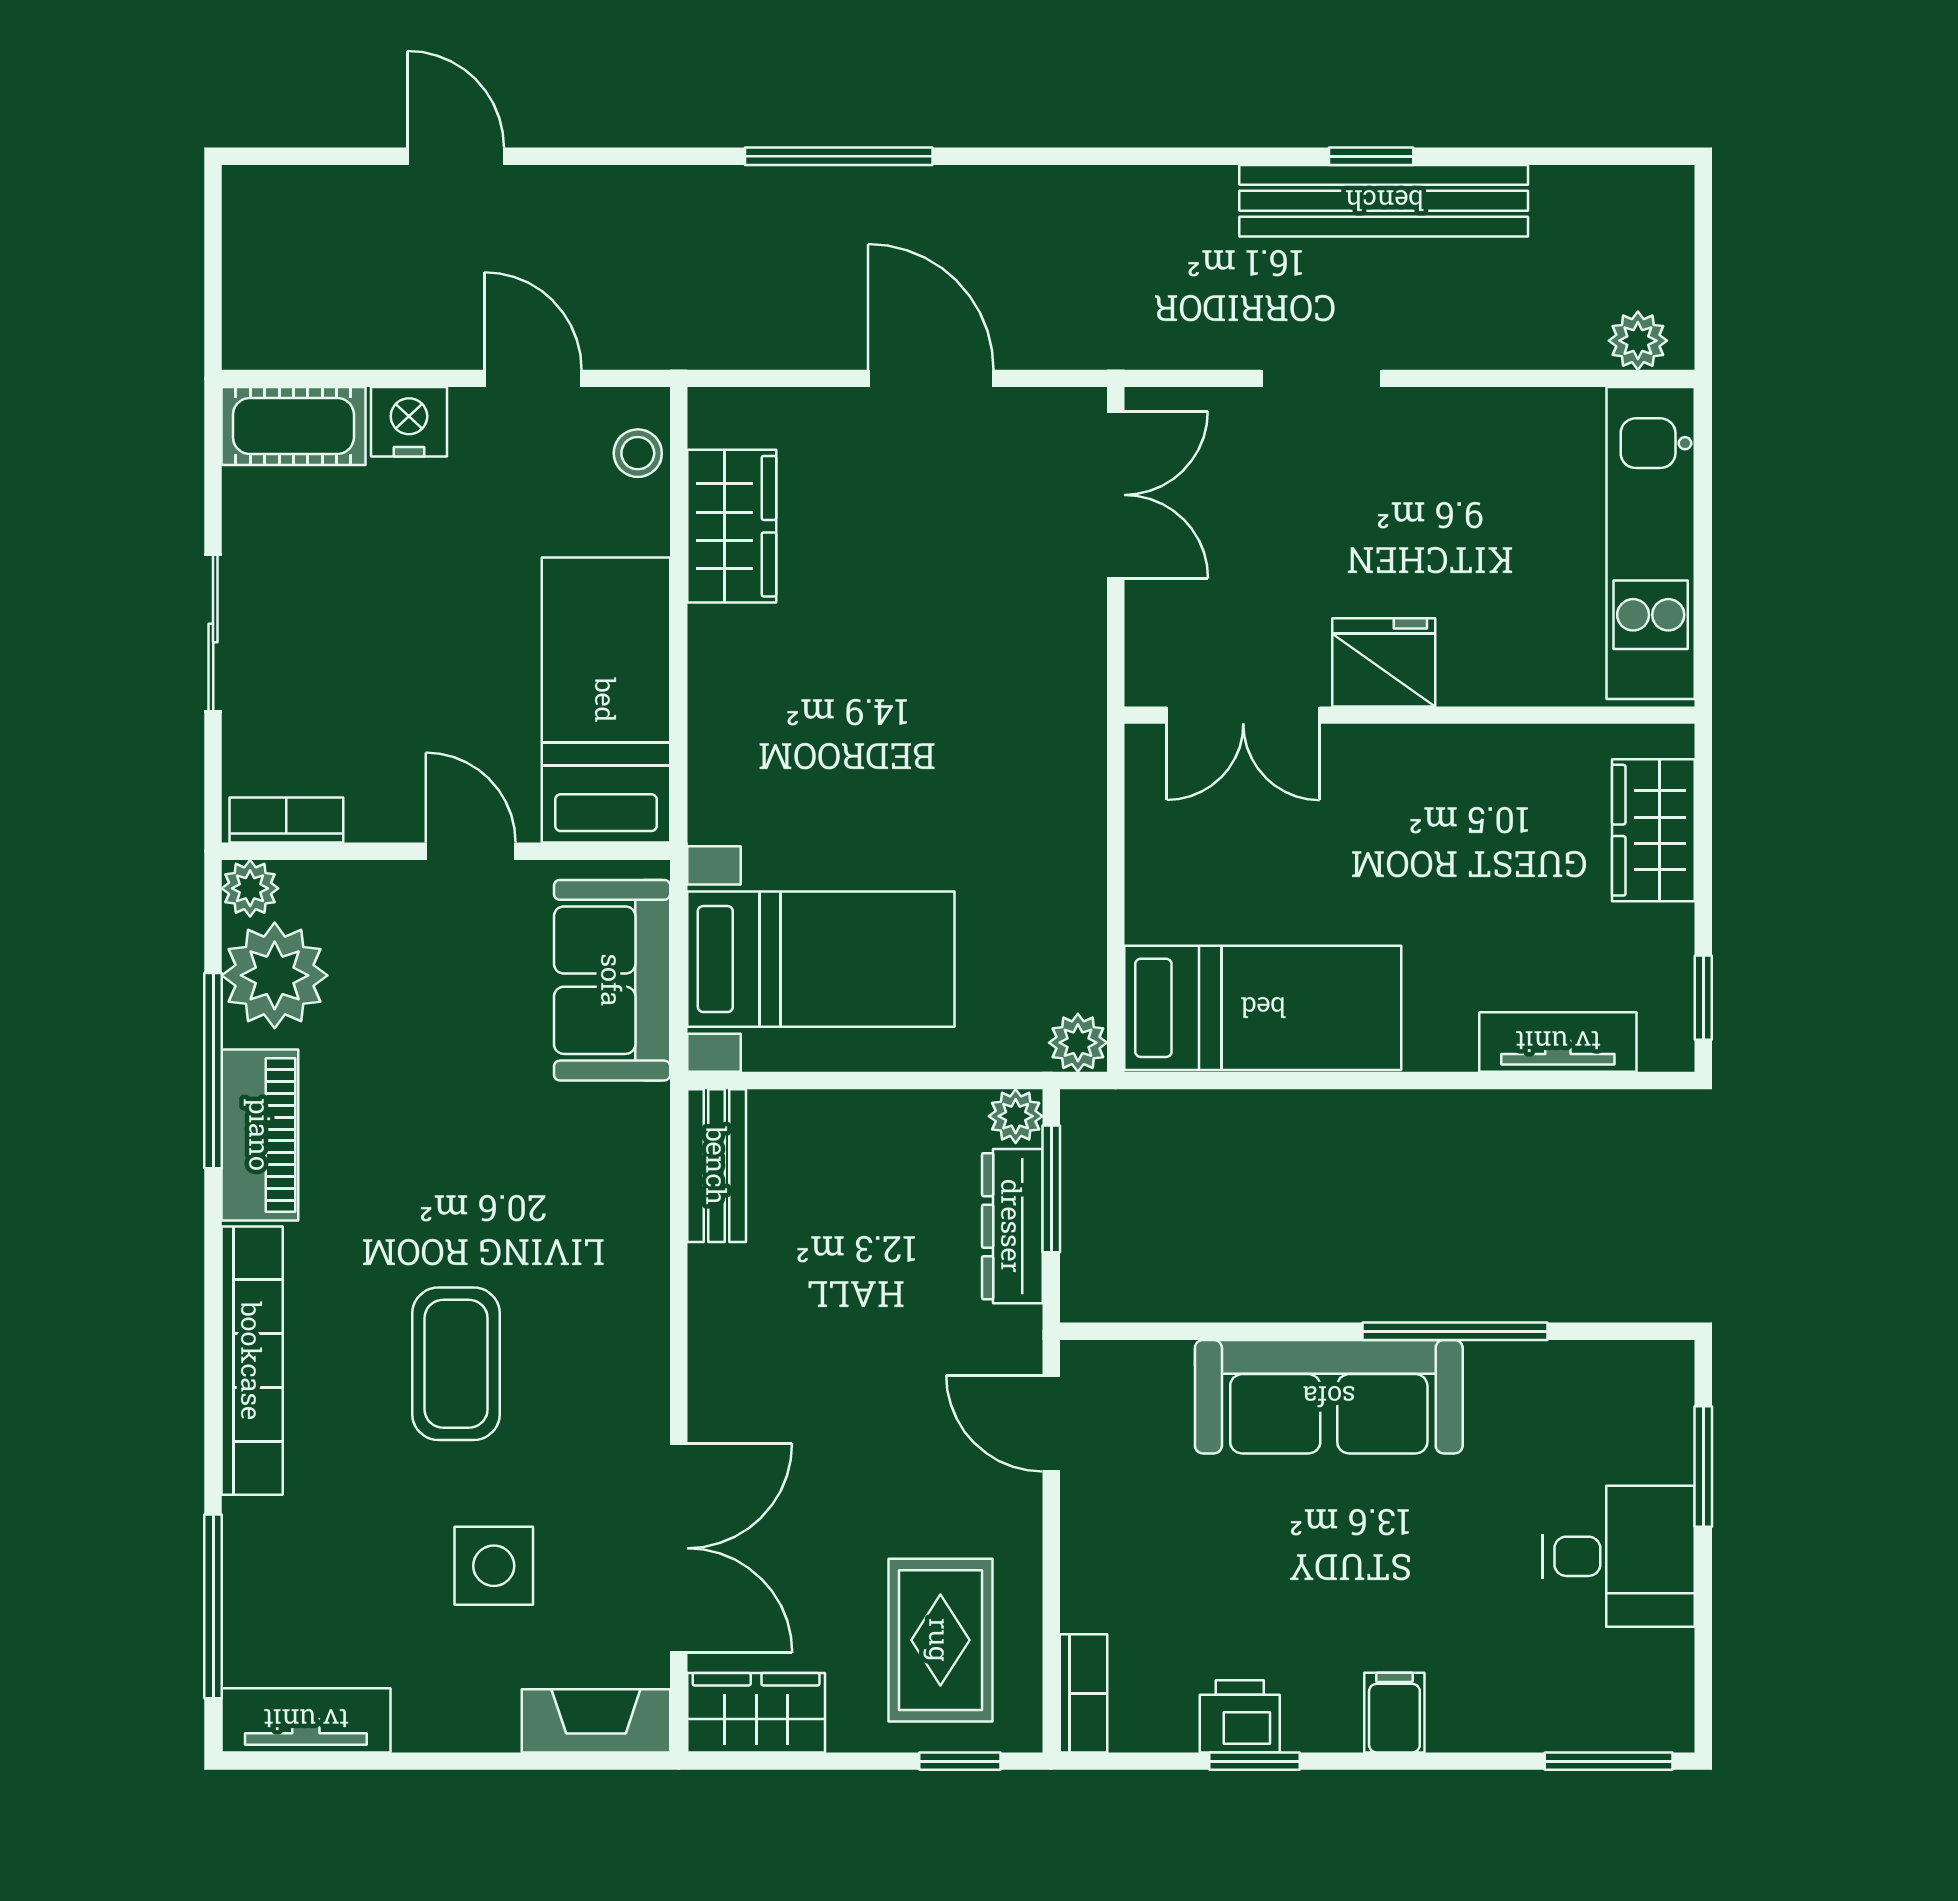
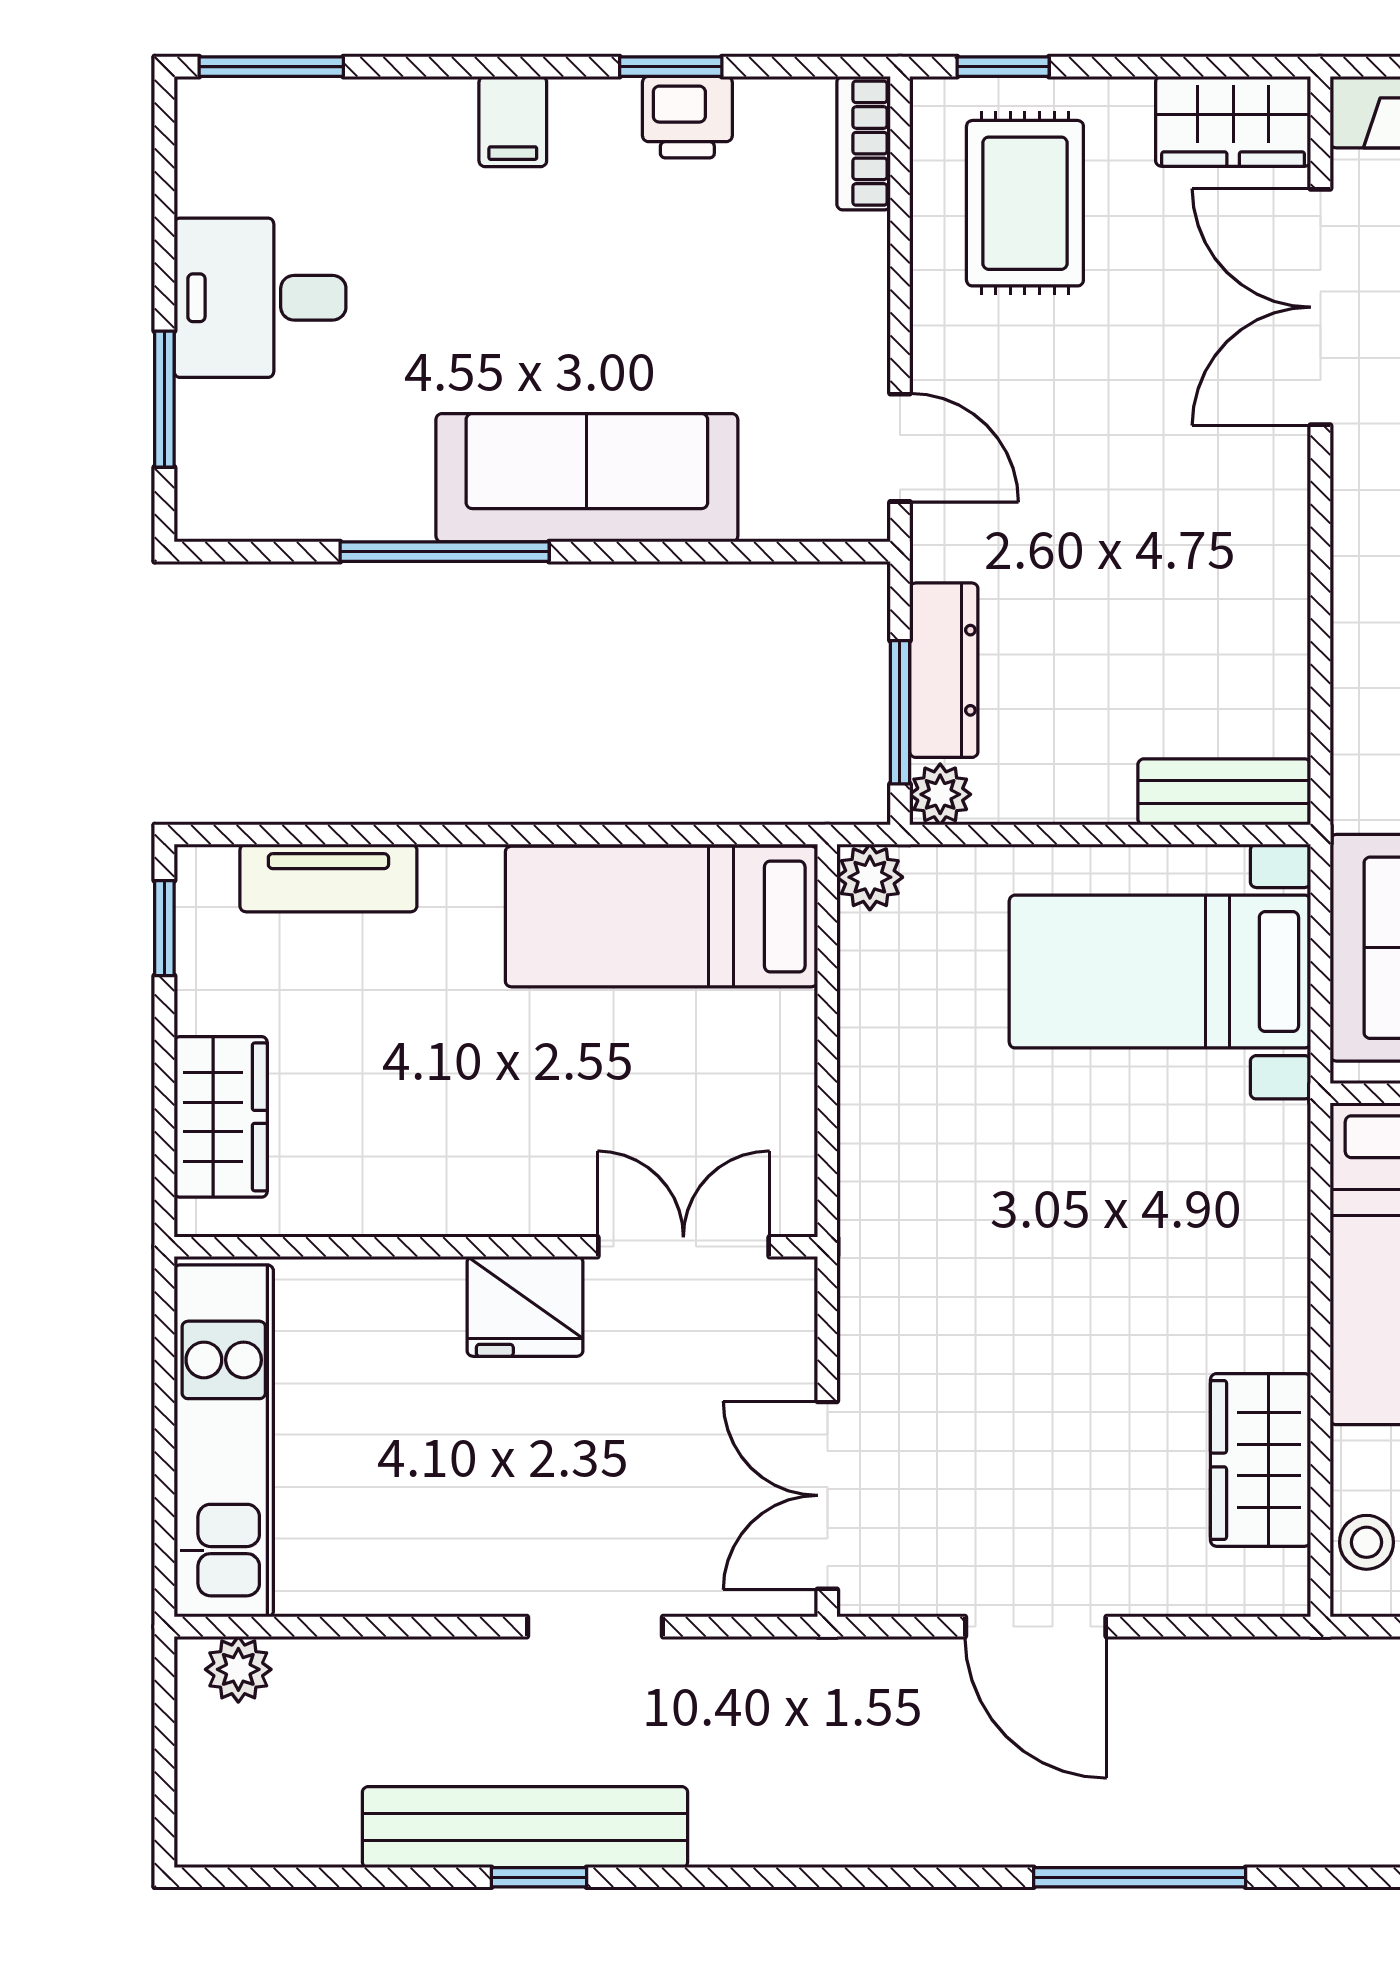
bench: (717, 1166) -> (1224, 792), moved, turned 90

